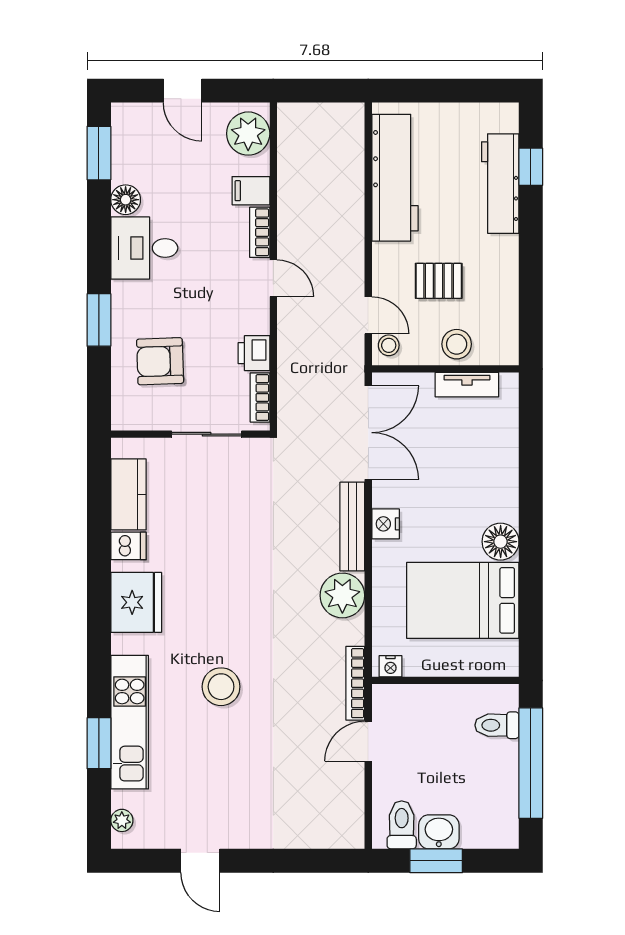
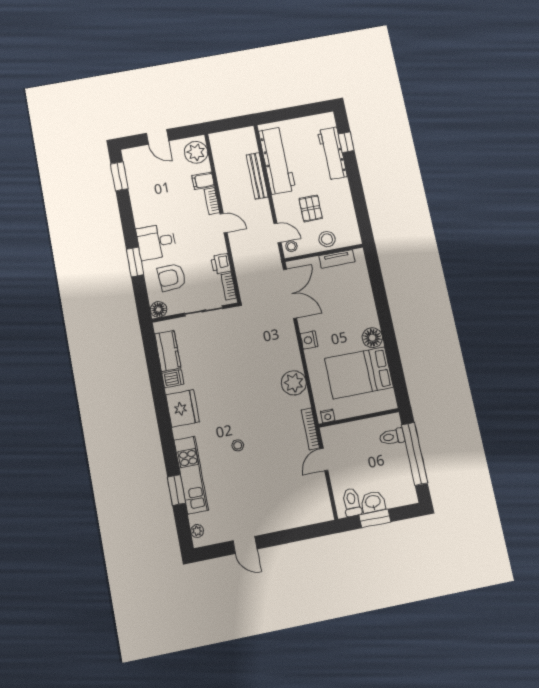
floor lamp: (126, 200) -> (158, 309), moved
desk: (144, 248) -> (156, 242), moved
pallet: (439, 281) -> (311, 208), turned 90
bench: (352, 526) -> (257, 176), moved
stool: (221, 687) -> (238, 445), width x0.53, depth x0.53

